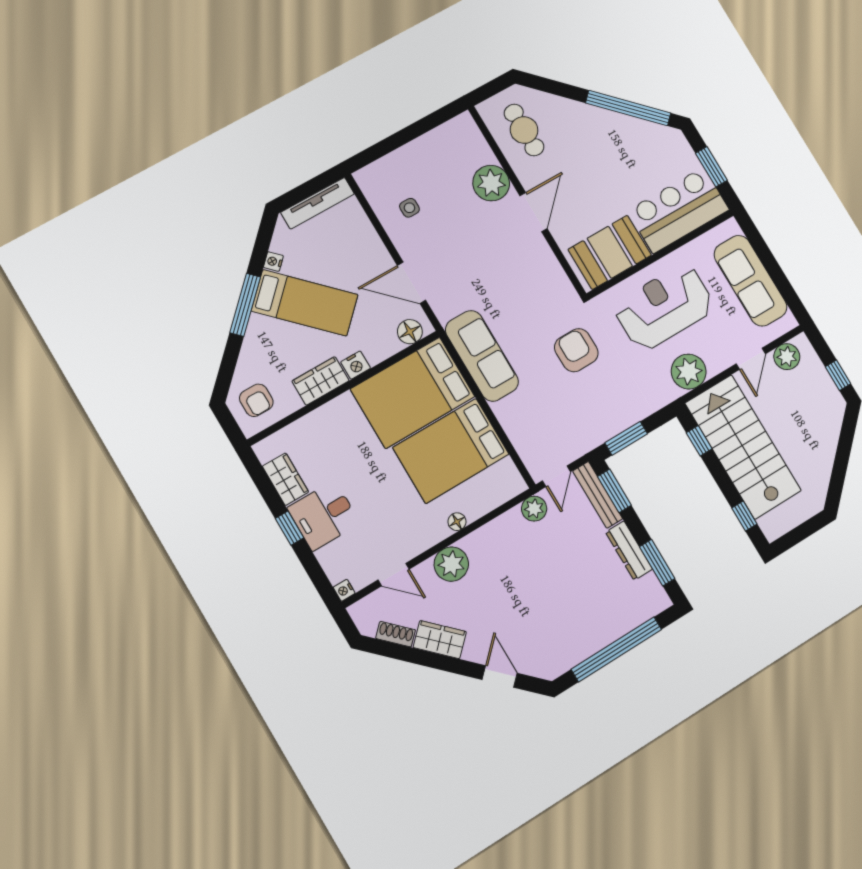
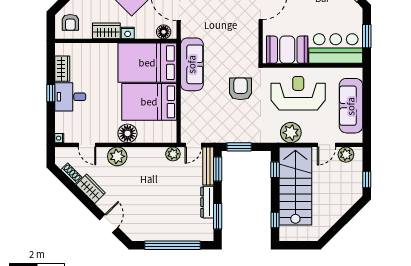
floor lamp: (457, 522) -> (127, 133), width x1.89, depth x1.89

